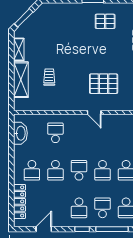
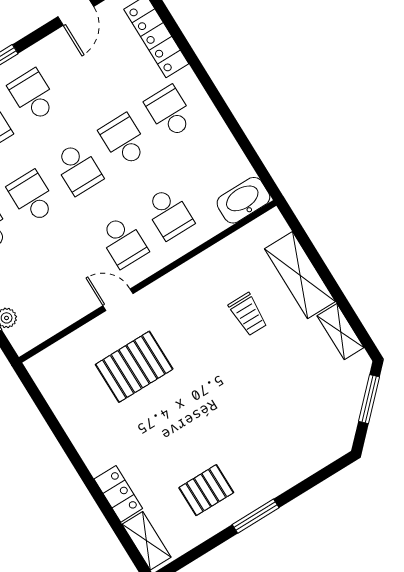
washbasin: (20, 133) -> (243, 200), moved, turned 90
school desk: (79, 133) -> (123, 242), added

